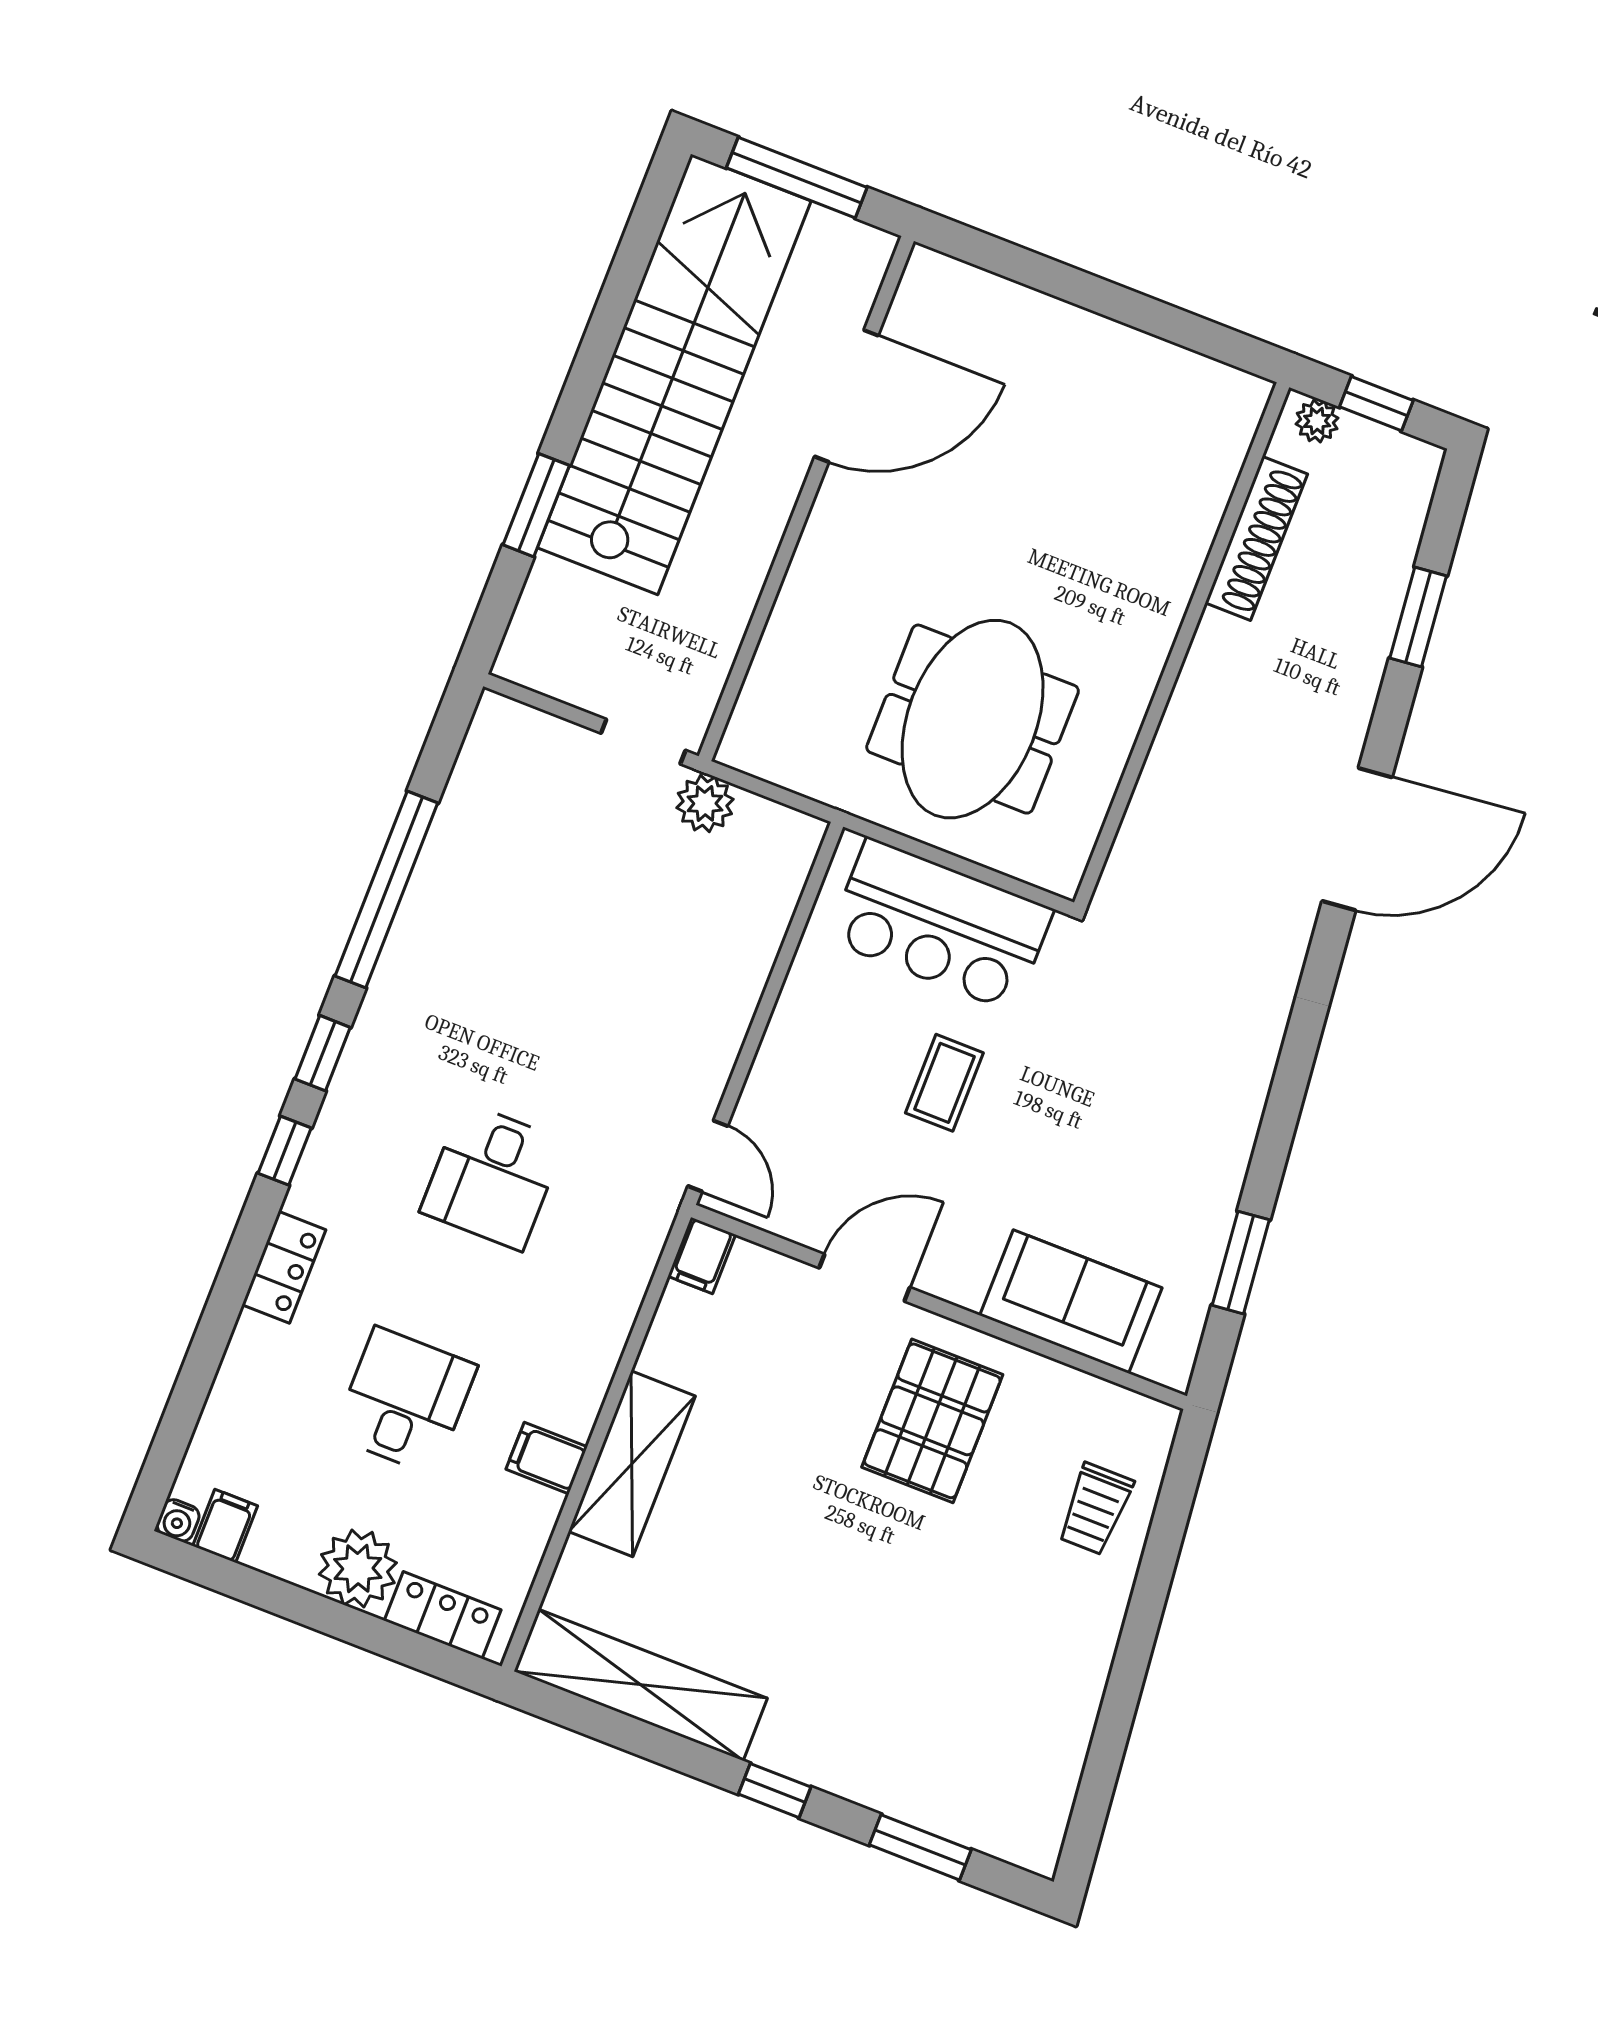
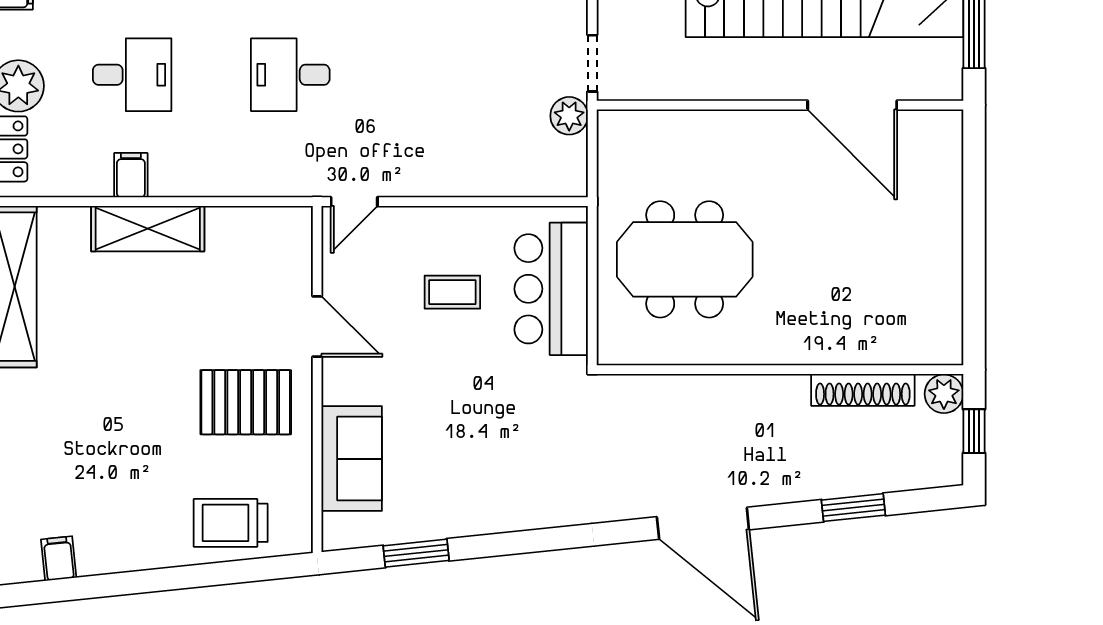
plant: (1317, 421) -> (944, 394), width x1.38, depth x1.38
coffee table: (944, 1083) -> (452, 292), moved
filing cabinet: (702, 1255) -> (59, 558), moved, turned 84
trolley: (1095, 1509) -> (231, 523), width x1.36, depth x1.39

